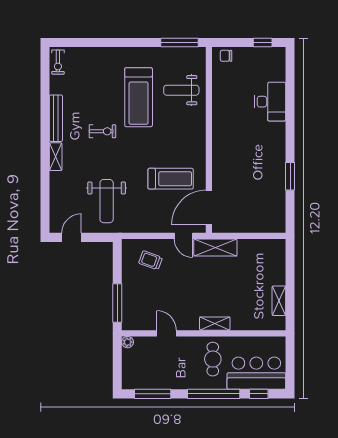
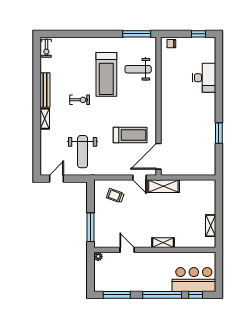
cafe table: (213, 359) -> (162, 269), removed

